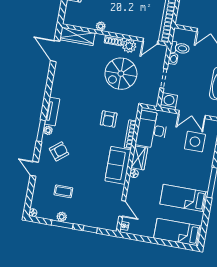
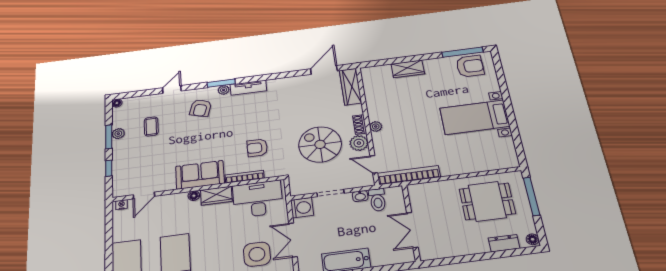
plant: (101, 26) -> (376, 126), moved
armchair: (59, 151) -> (201, 108), turned 55

